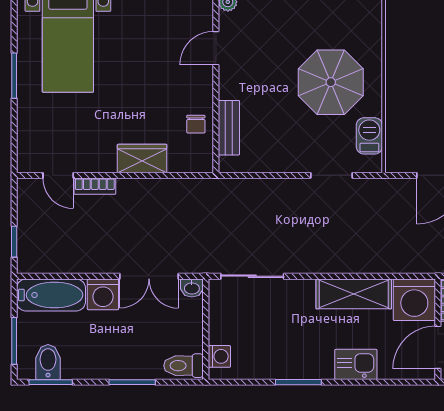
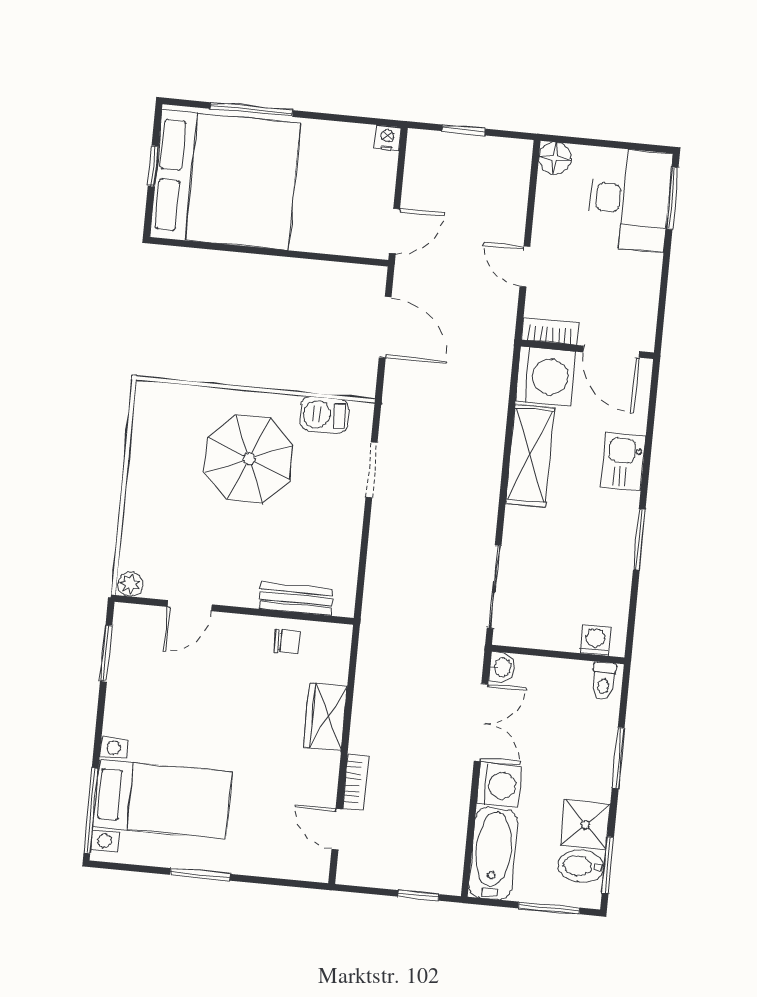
door: (216, 48) -> (190, 606), hinge flipped
door: (58, 175) -> (337, 829), swing flipped
shower: (80, 362) -> (585, 825), added
toilet: (184, 366) -> (604, 681), width x0.73, depth x0.72

